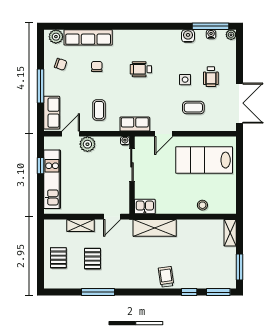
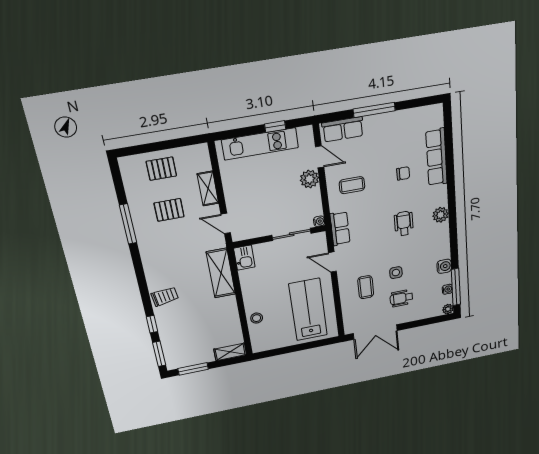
plant: (56, 37) -> (441, 215), moved
chair: (61, 64) -> (403, 130), removed

